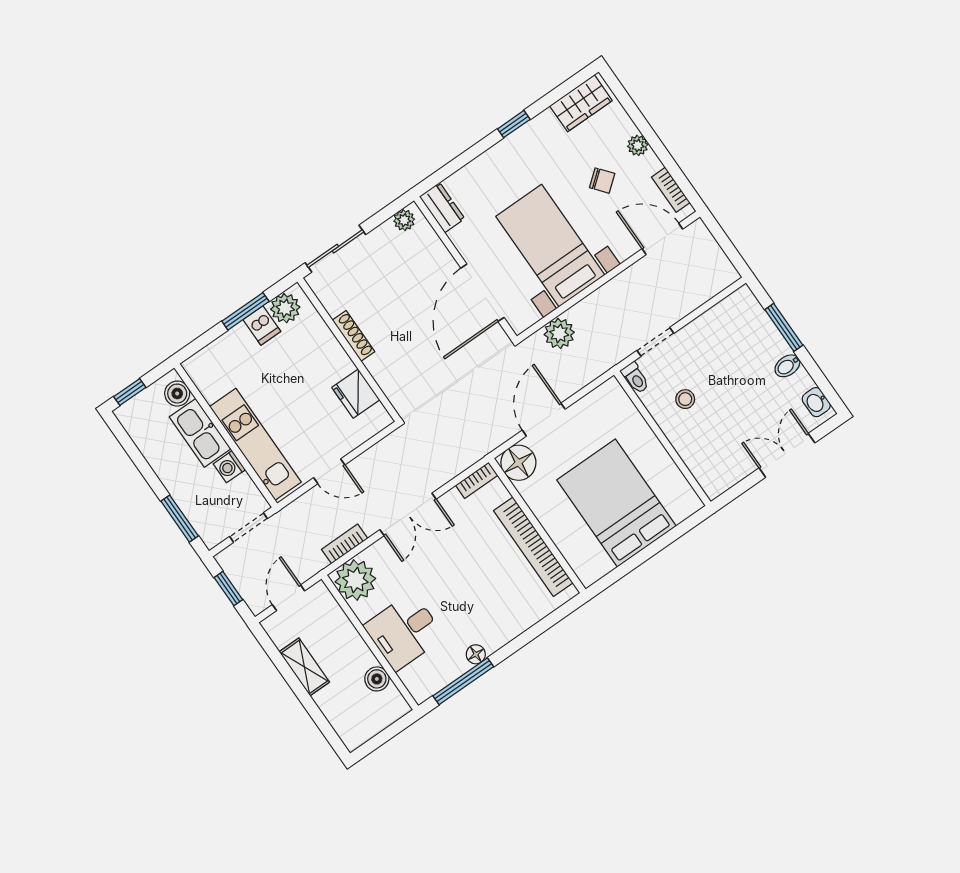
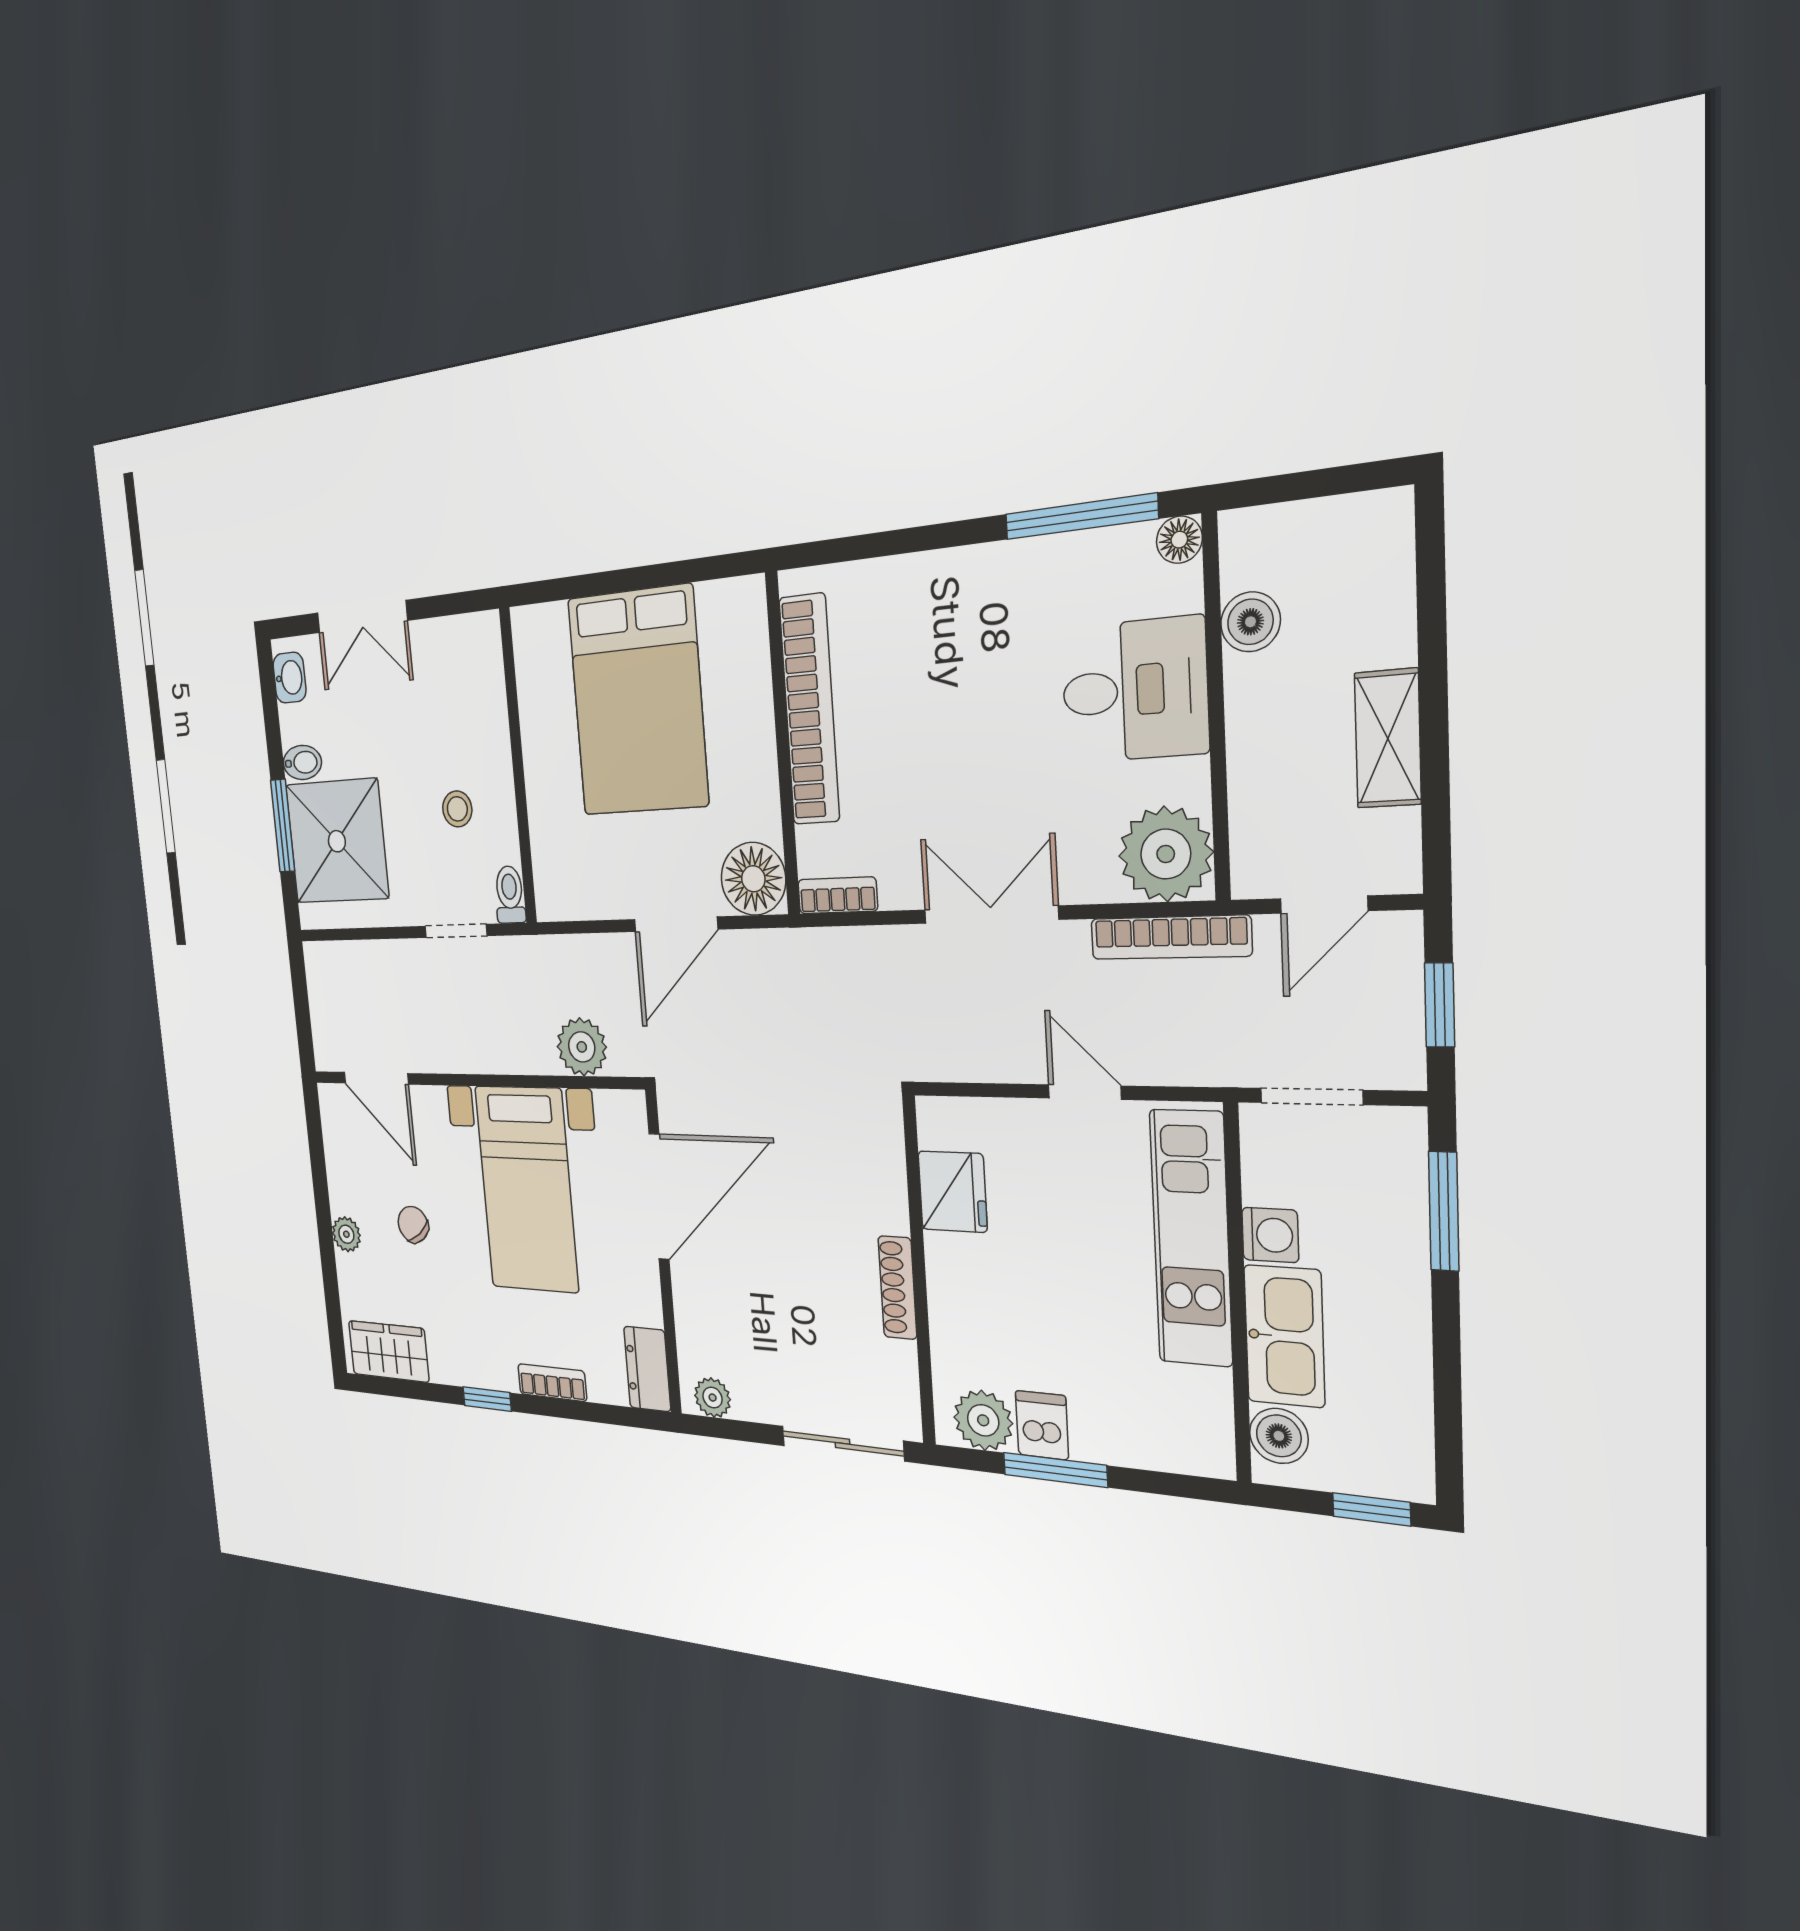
bookcase: (671, 190) -> (552, 1383), moved, turned -90
shower: (747, 341) -> (337, 841), added
bookcase: (345, 544) -> (1170, 937), width x1.56
floor lamp: (476, 654) -> (1179, 540), moved

